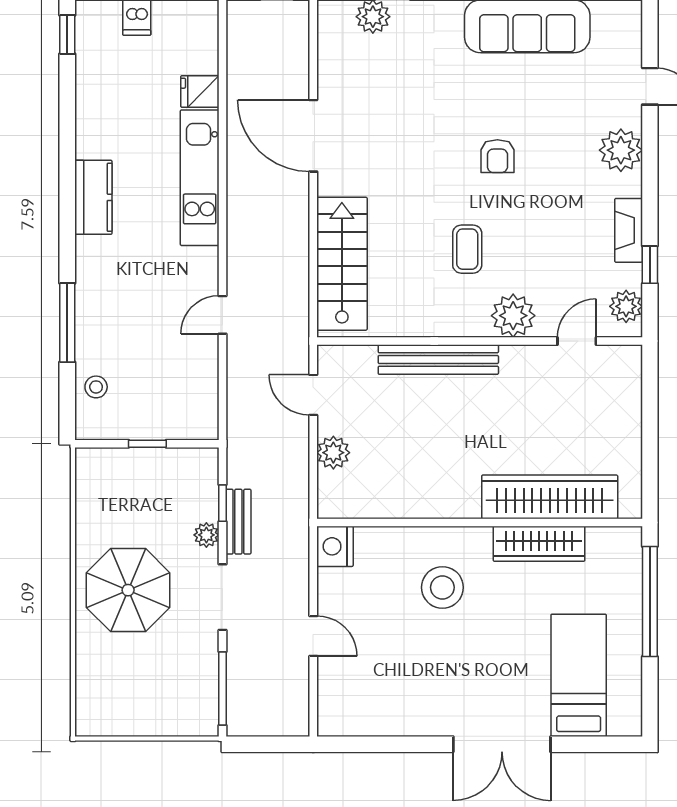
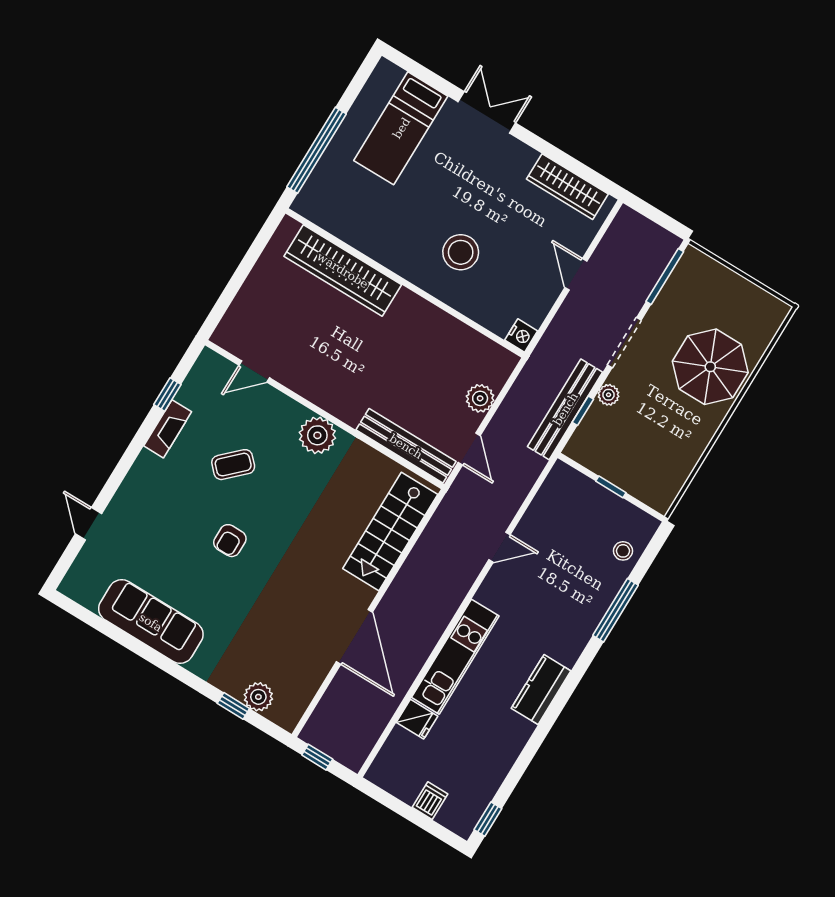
plant: (621, 150) -> (138, 490), removed
armchair: (497, 156) -> (230, 541), turned 180
coffee table: (467, 249) -> (233, 465), moved, turned 46
plant: (626, 306) -> (203, 375), removed
plant: (513, 316) -> (317, 435), moved
bench: (438, 360) -> (406, 446), moved
bench: (238, 522) -> (565, 409), width x1.86, depth x1.21
wardrobe: (539, 544) -> (567, 187), moved, turned 180
nightstand: (335, 546) -> (521, 336), width x0.74, depth x0.75
parasol: (128, 590) -> (710, 367), moved
double door: (502, 744) -> (487, 112), width x0.73

